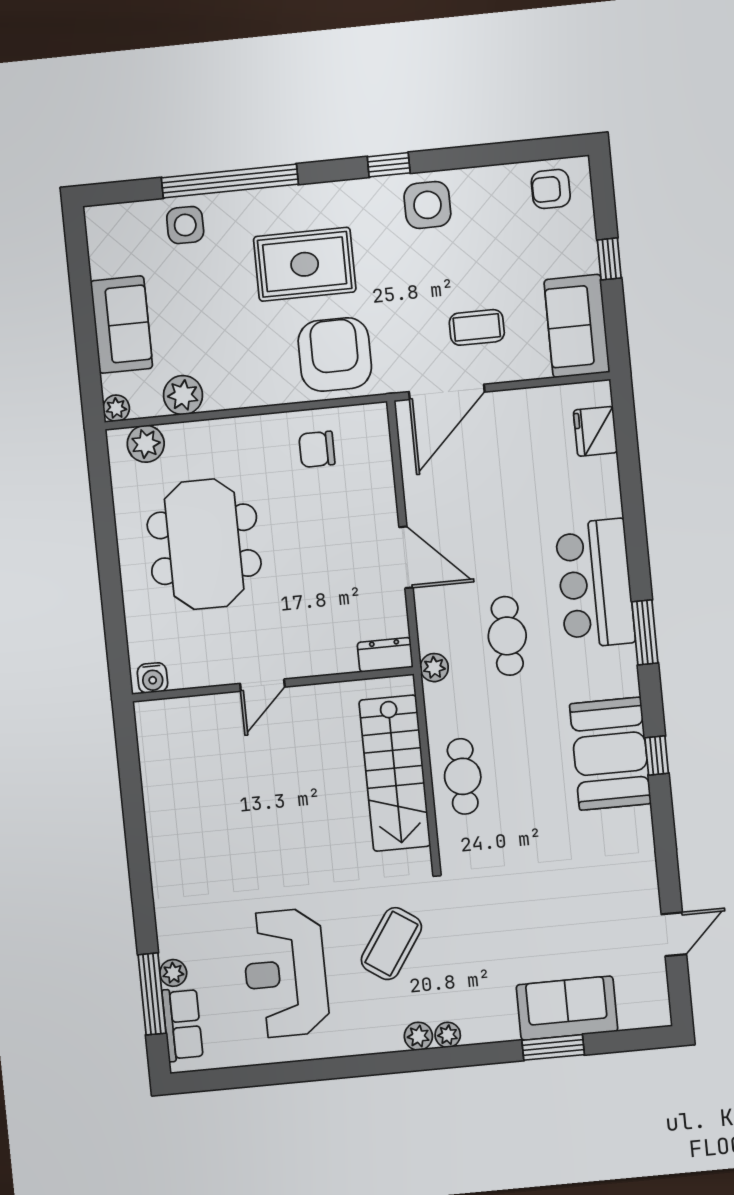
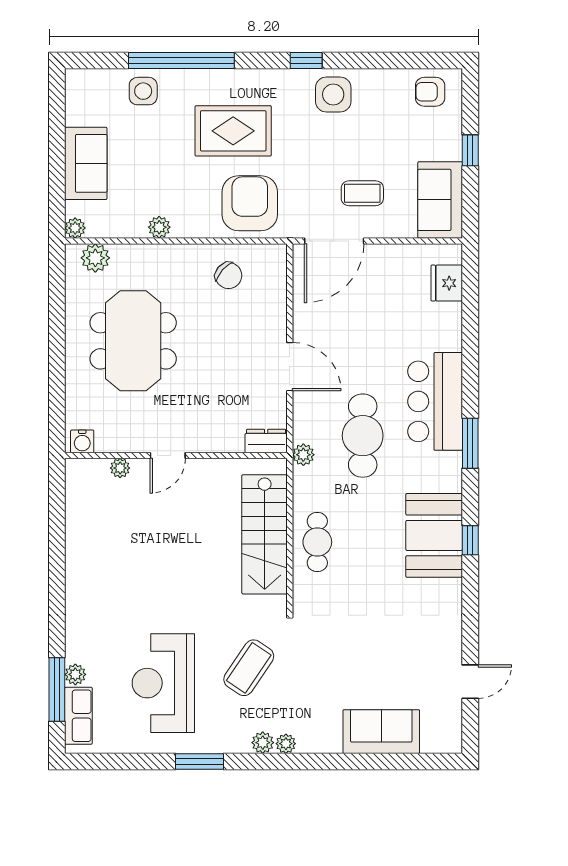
plant: (183, 395) -> (159, 227), moved, width x0.73, depth x0.73
chair: (317, 449) -> (229, 276), turned -139
cafe table: (507, 636) -> (363, 436), width x1.37, depth x1.35
plant: (204, 707) -> (120, 468), added
window: (553, 1047) -> (200, 762), moved

